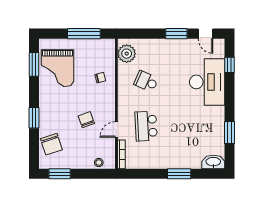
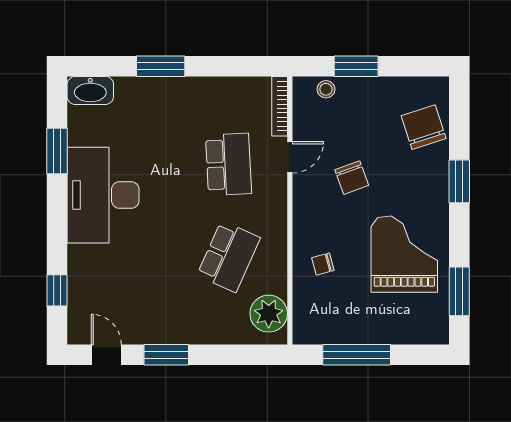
grand piano: (58, 68) -> (404, 254), moved
school desk: (146, 81) -> (229, 257), width x1.85
desk: (207, 82) -> (103, 195), moved
window: (60, 174) -> (356, 66), moved

